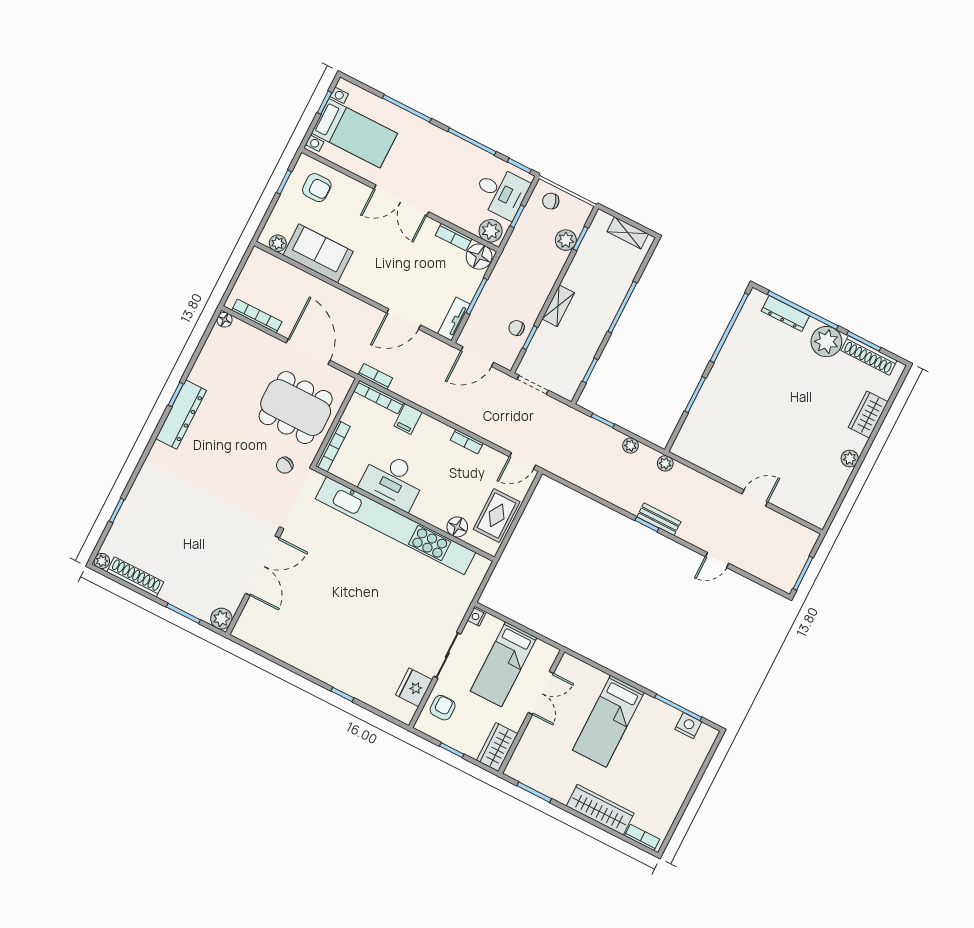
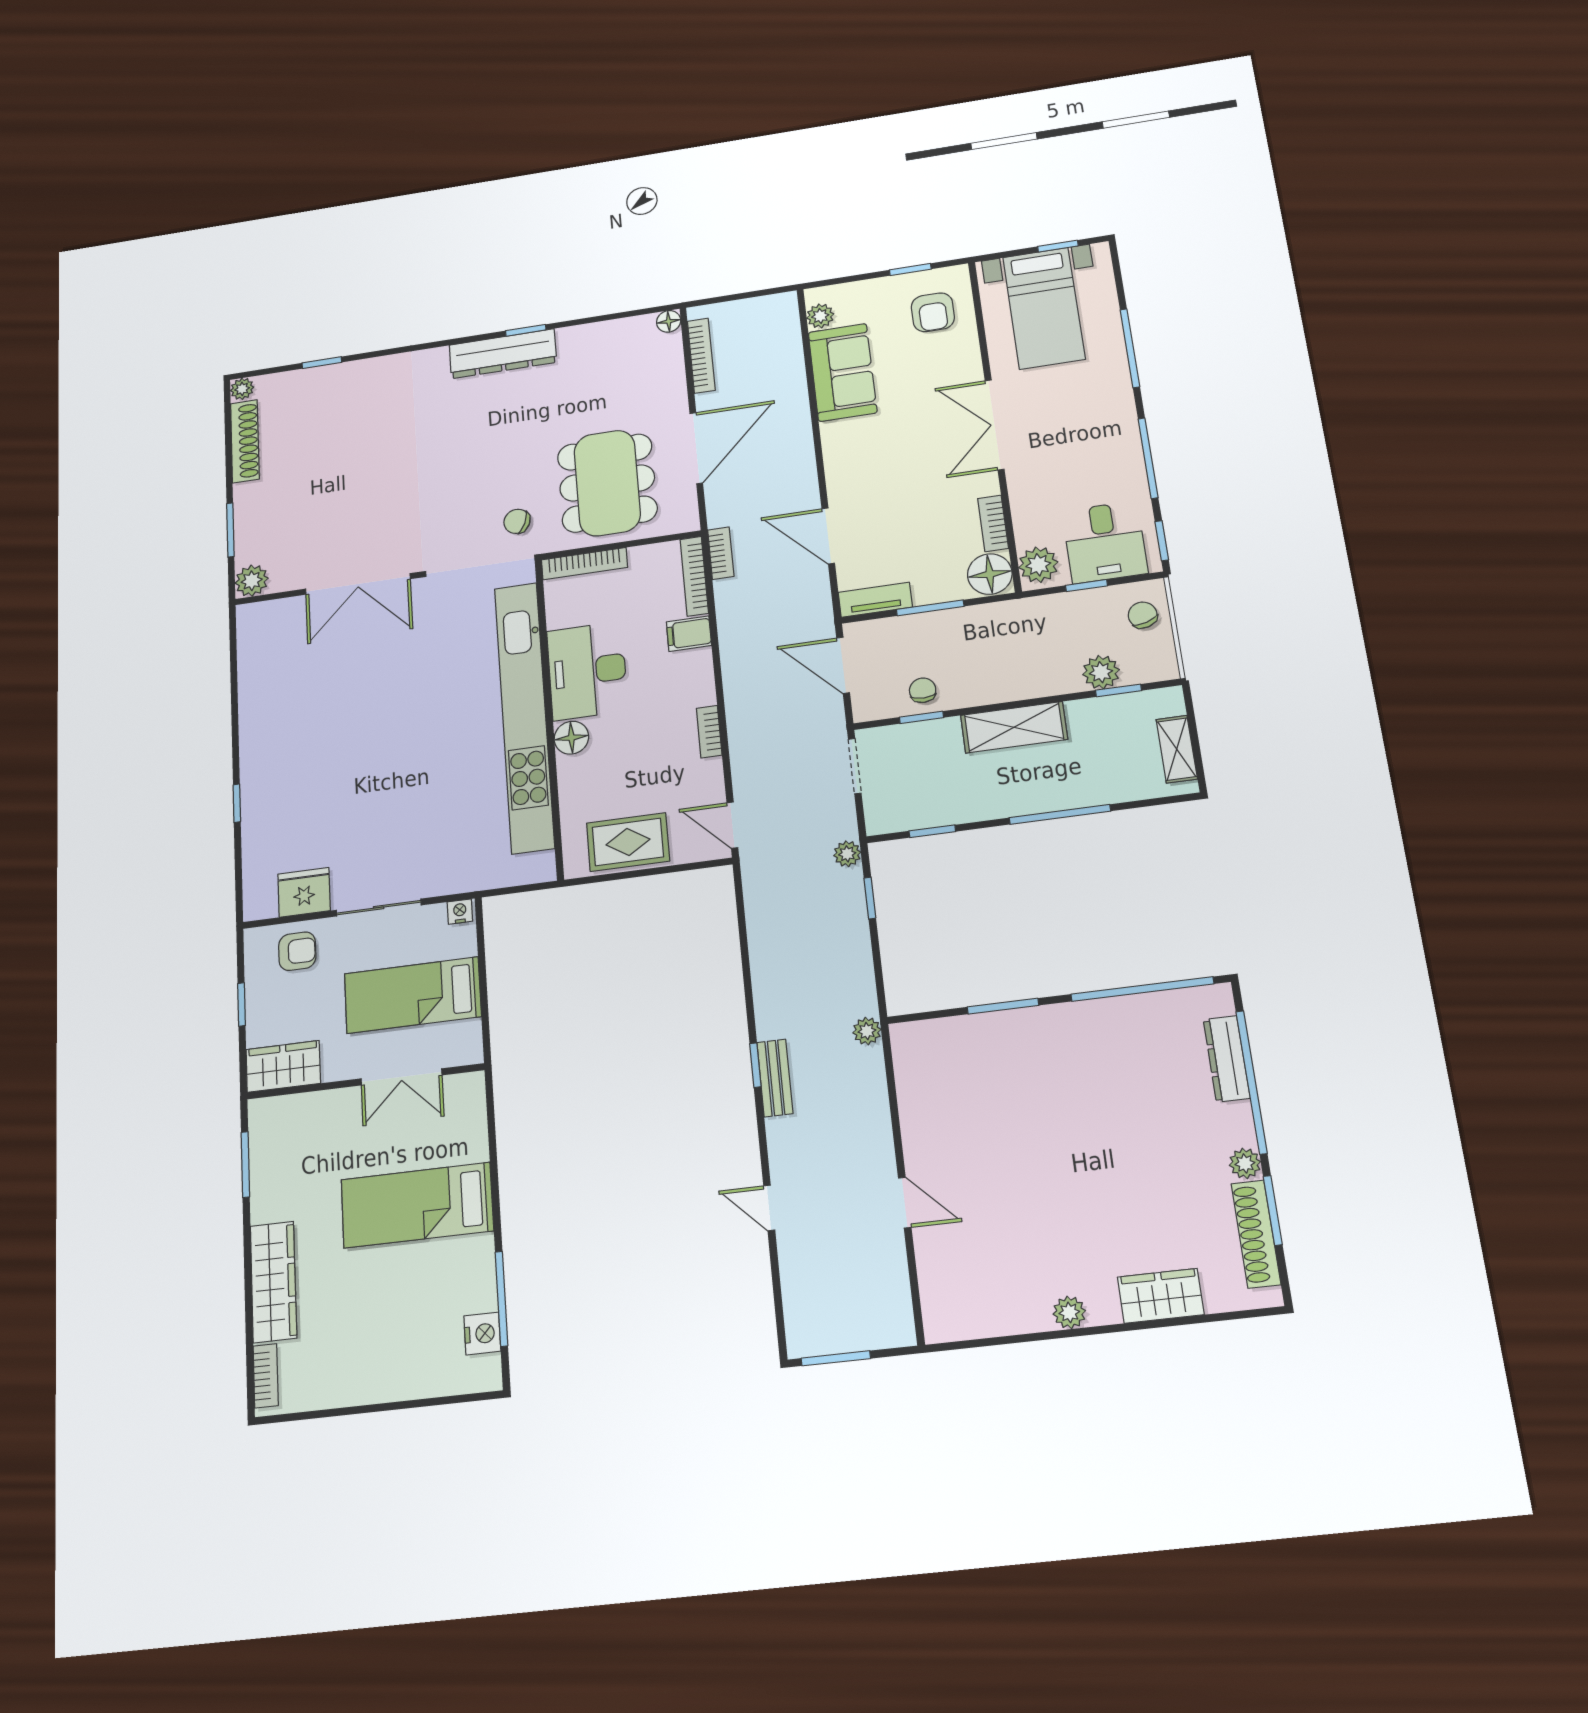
shelving: (558, 306) -> (1014, 727), width x1.50, depth x1.33
plant: (826, 342) -> (1245, 1163), width x0.53, depth x0.53
plant: (631, 446) -> (847, 854), moved
floor lamp: (457, 527) -> (571, 738), moved

